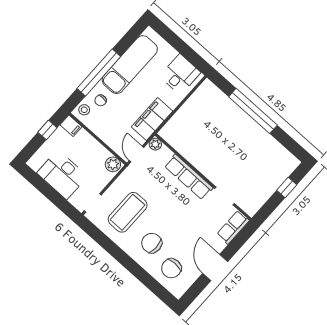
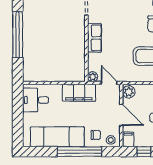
door: (98, 139) -> (121, 115), added
door: (136, 154) -> (109, 83), swing flipped
row of seats: (189, 177) -> (94, 38), width x0.68

